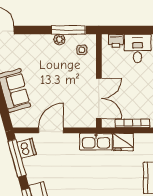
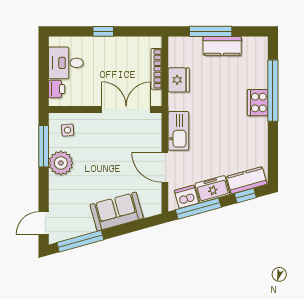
plant: (59, 40) -> (61, 163), width x1.87, depth x1.87
kitchen sink: (96, 142) -> (178, 131), moved
freezer: (33, 170) -> (212, 189), added

